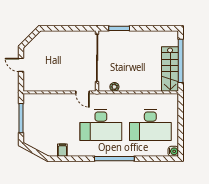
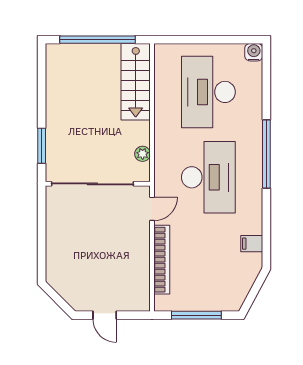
door: (21, 65) -> (105, 315), hinge flipped
stairs: (170, 69) -> (136, 82), moved, turned 90
bookcase: (53, 98) -> (162, 260), added
desk: (150, 125) -> (208, 92), turned 180

